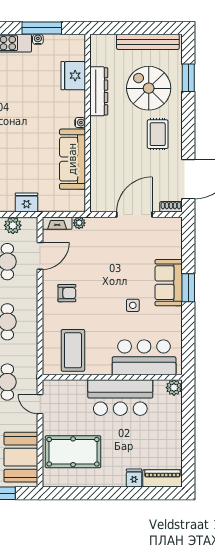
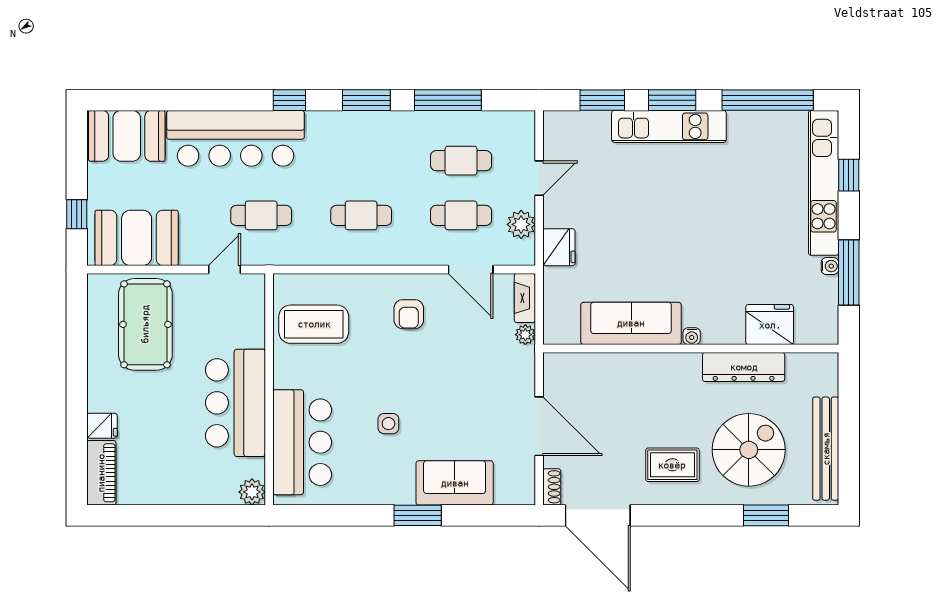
sofa: (169, 283) -> (455, 483), moved

